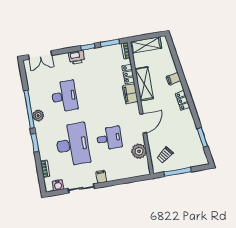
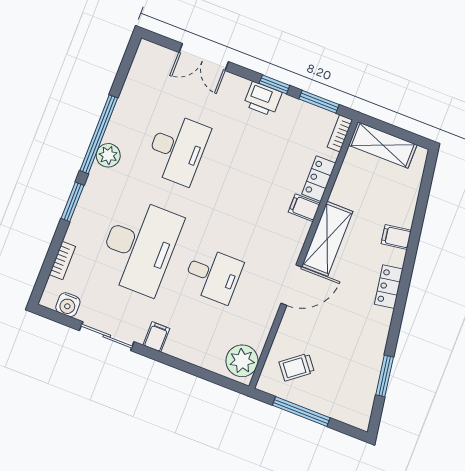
double door: (40, 55) -> (204, 57), moved
printer: (77, 57) -> (263, 99), moved
shelving: (144, 84) -> (327, 239), moved
filing cabinet: (130, 94) -> (304, 208), width x0.50
plant: (139, 151) -> (242, 361), moved

